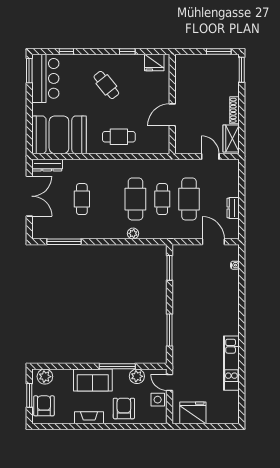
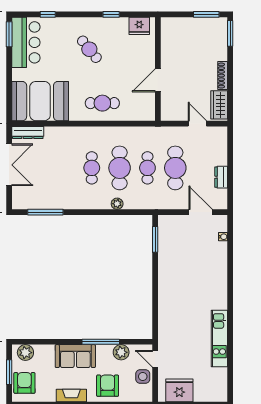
cafe table: (82, 199) -> (92, 168), moved
window: (170, 330) -> (155, 304), removed

